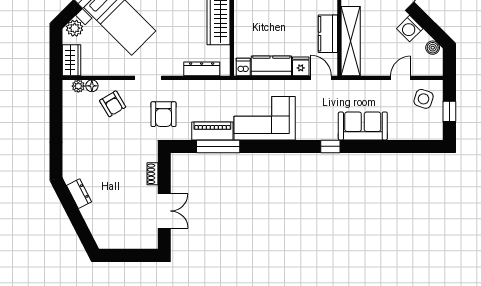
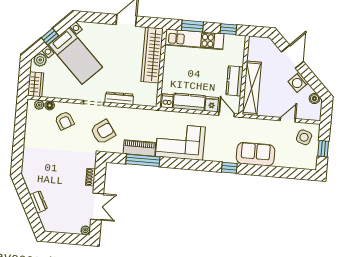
dresser: (202, 69) -> (119, 98), moved
armchair: (164, 114) -> (103, 132), turned -125
dresser: (79, 194) -> (38, 202), moved
plant: (152, 243) -> (85, 230), added

